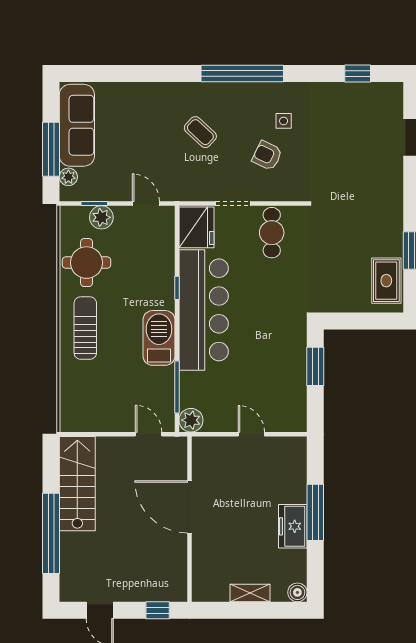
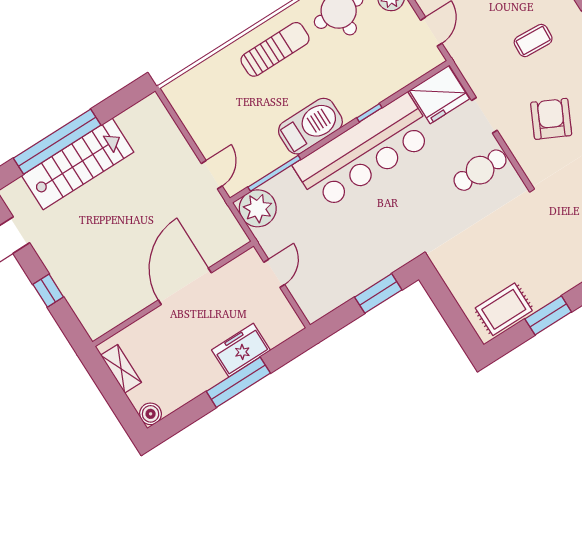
coffee table: (200, 132) -> (533, 40), turned 50
armchair: (267, 156) -> (551, 119), width x1.38, depth x1.38
plant: (191, 420) -> (258, 208), width x1.36, depth x1.36
stairs: (77, 484) -> (78, 164), moved
door: (189, 507) -> (185, 286), moved
wall: (189, 519) -> (173, 294), moved
freezer: (293, 526) -> (241, 350), moved

